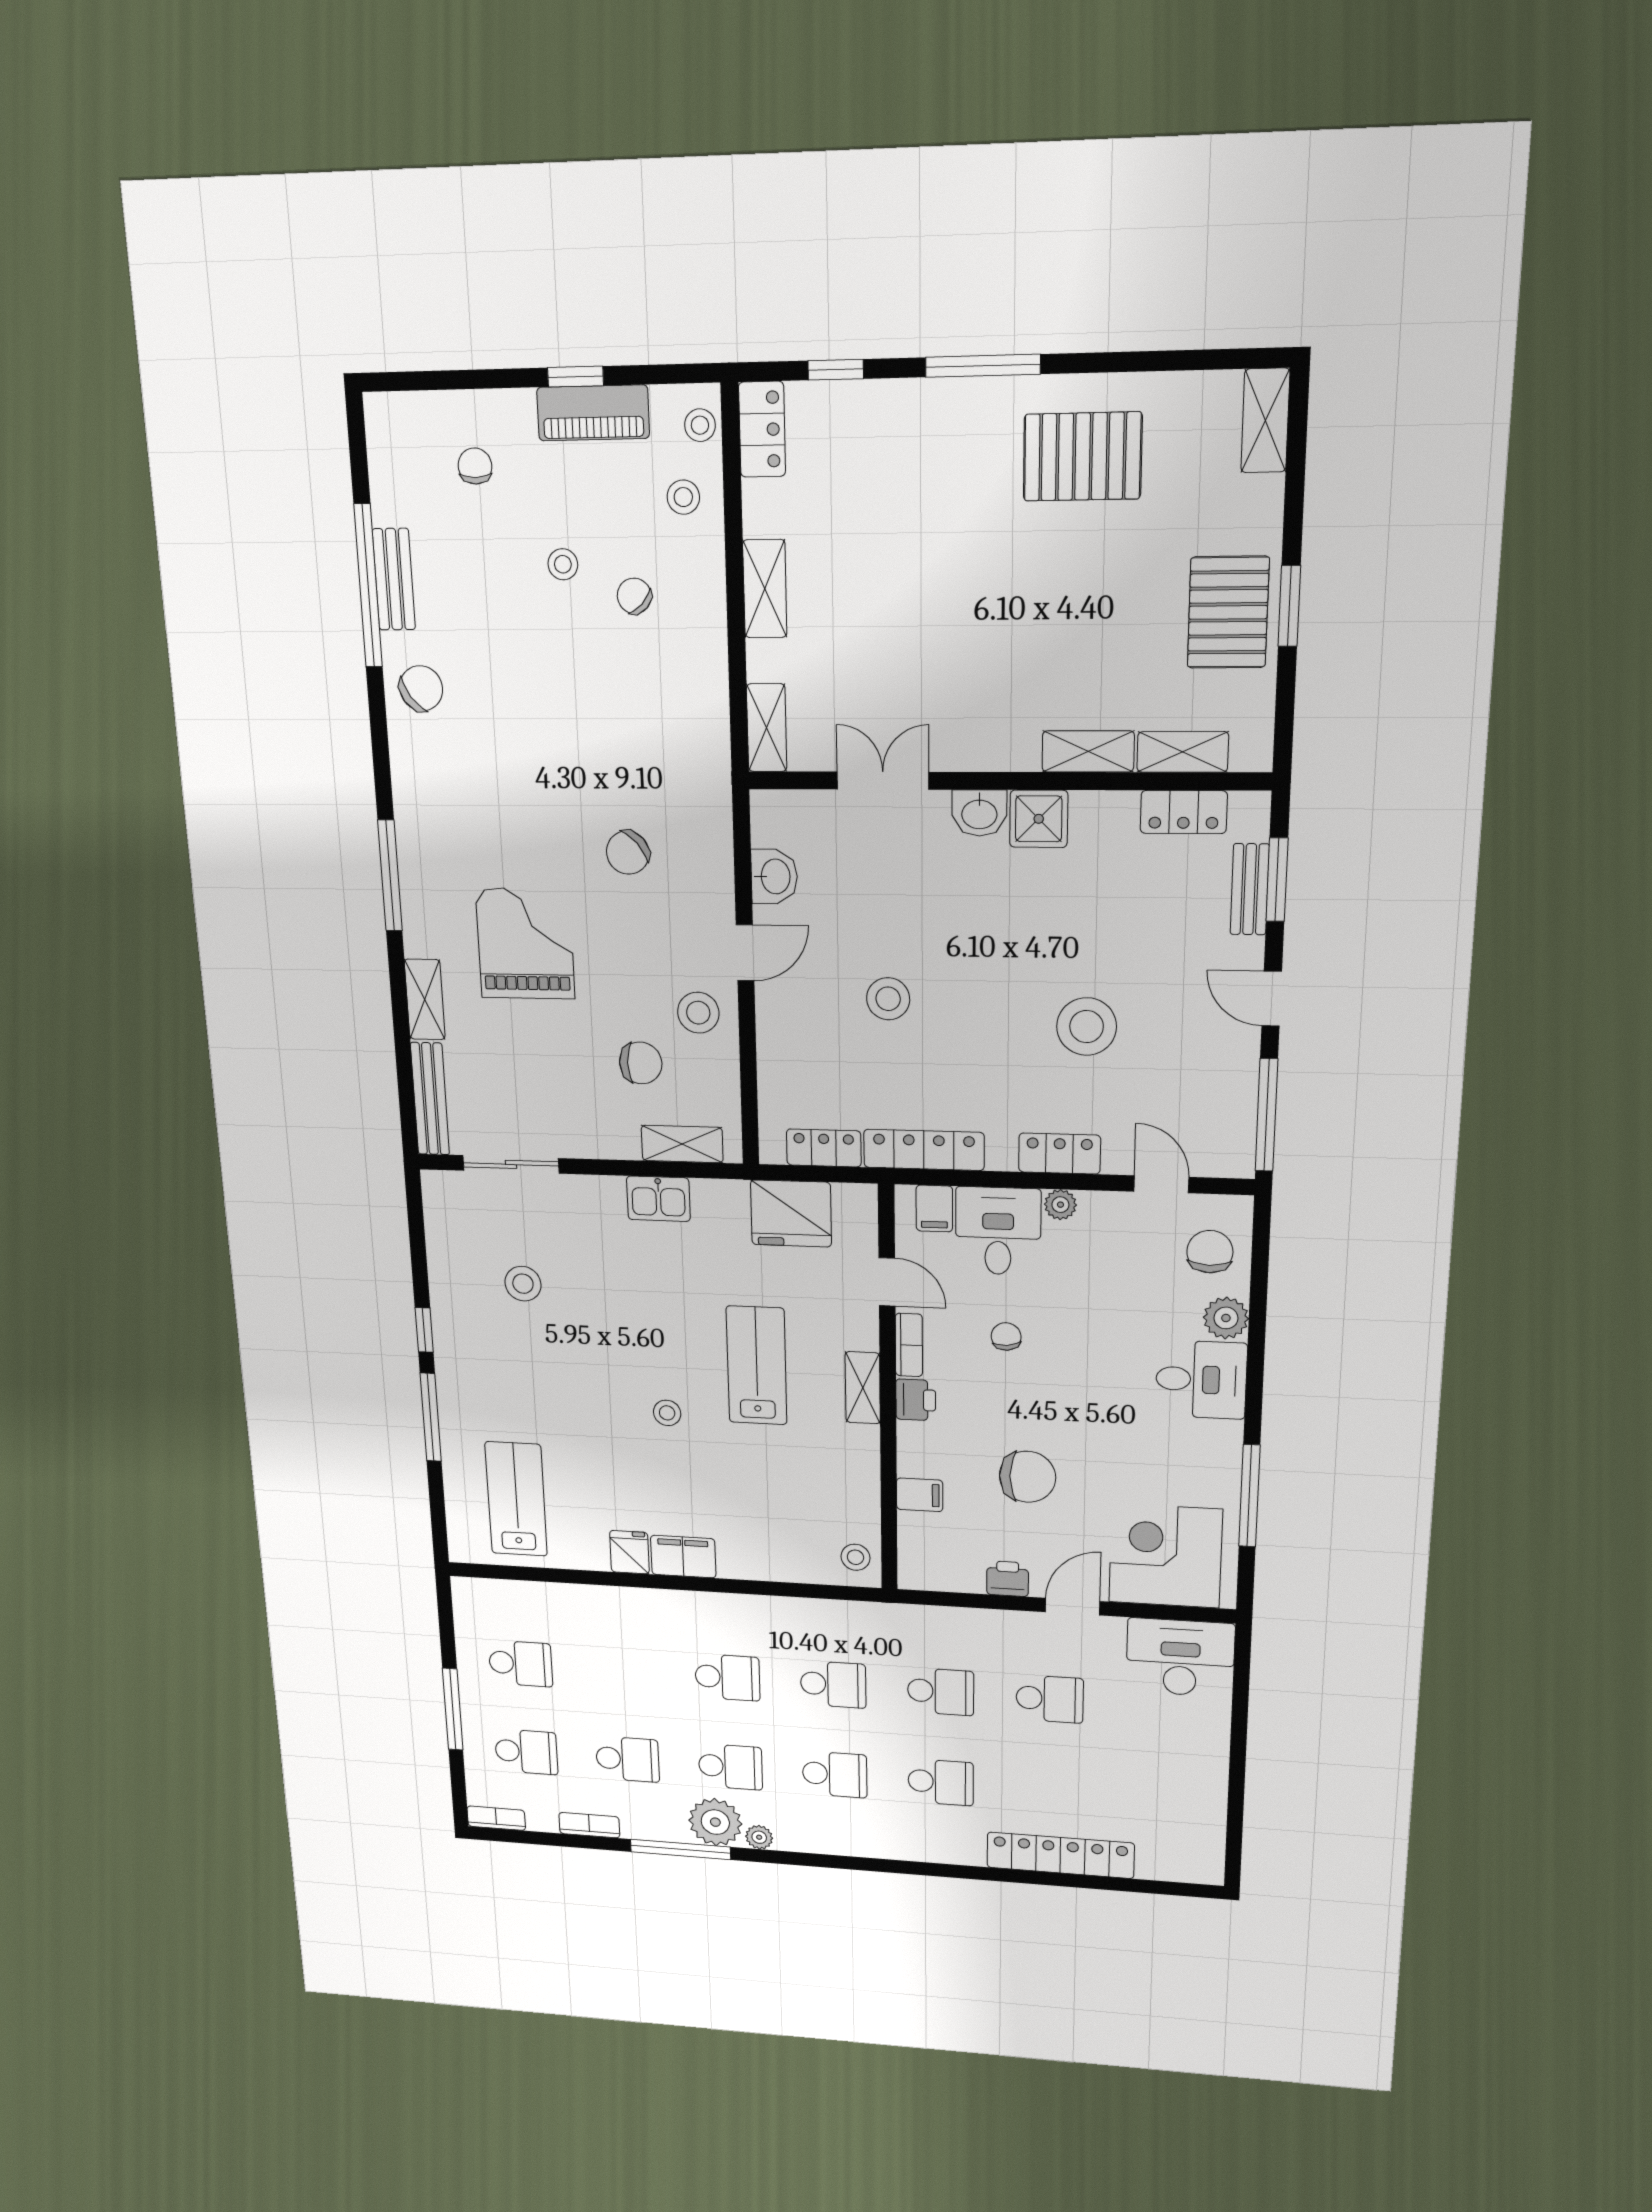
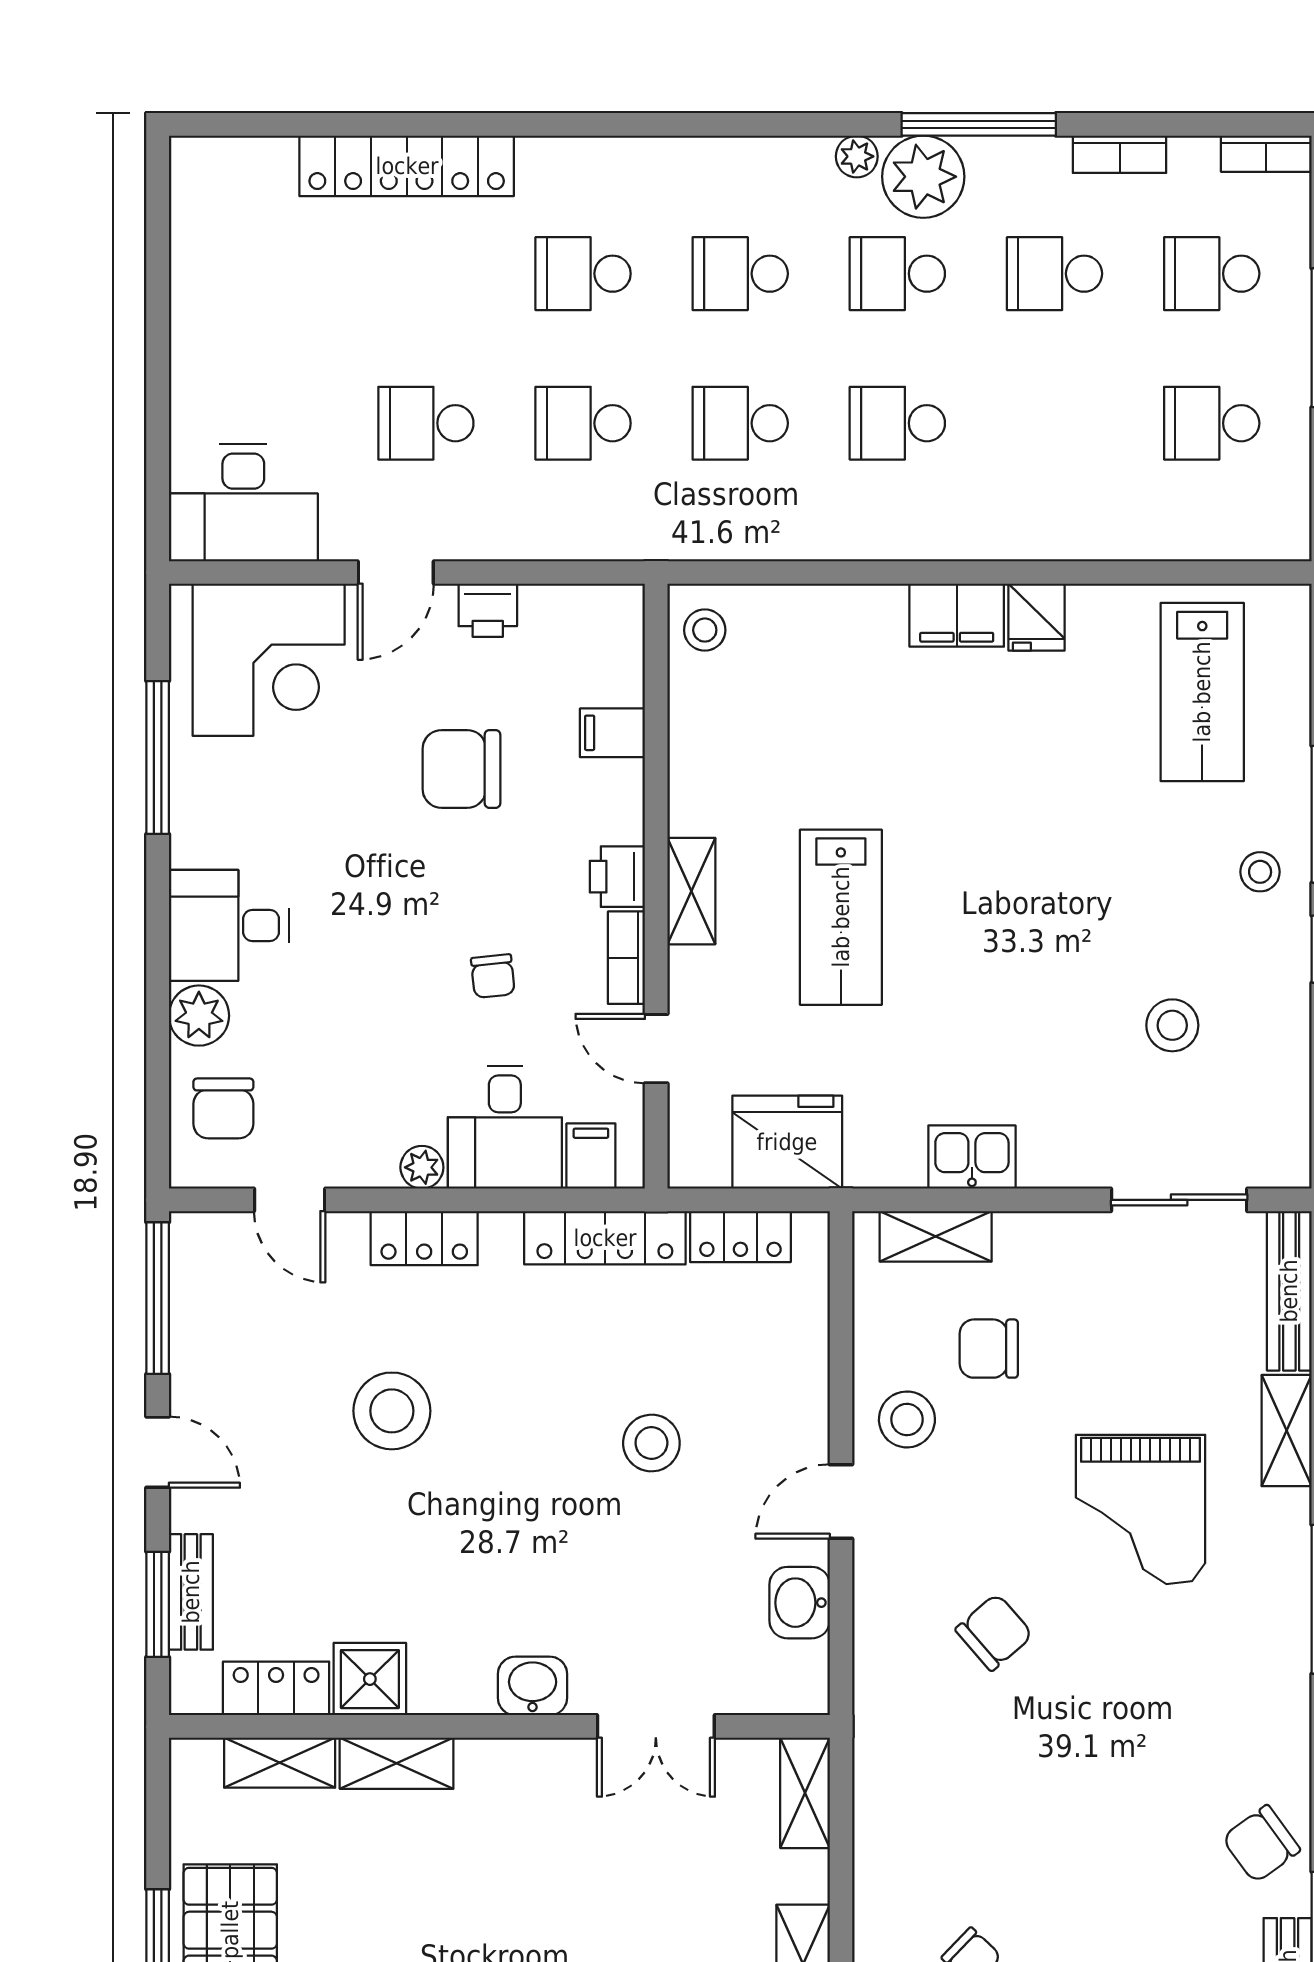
shower: (1039, 819) -> (370, 1679), moved
stool: (667, 1413) -> (1260, 872), moved

